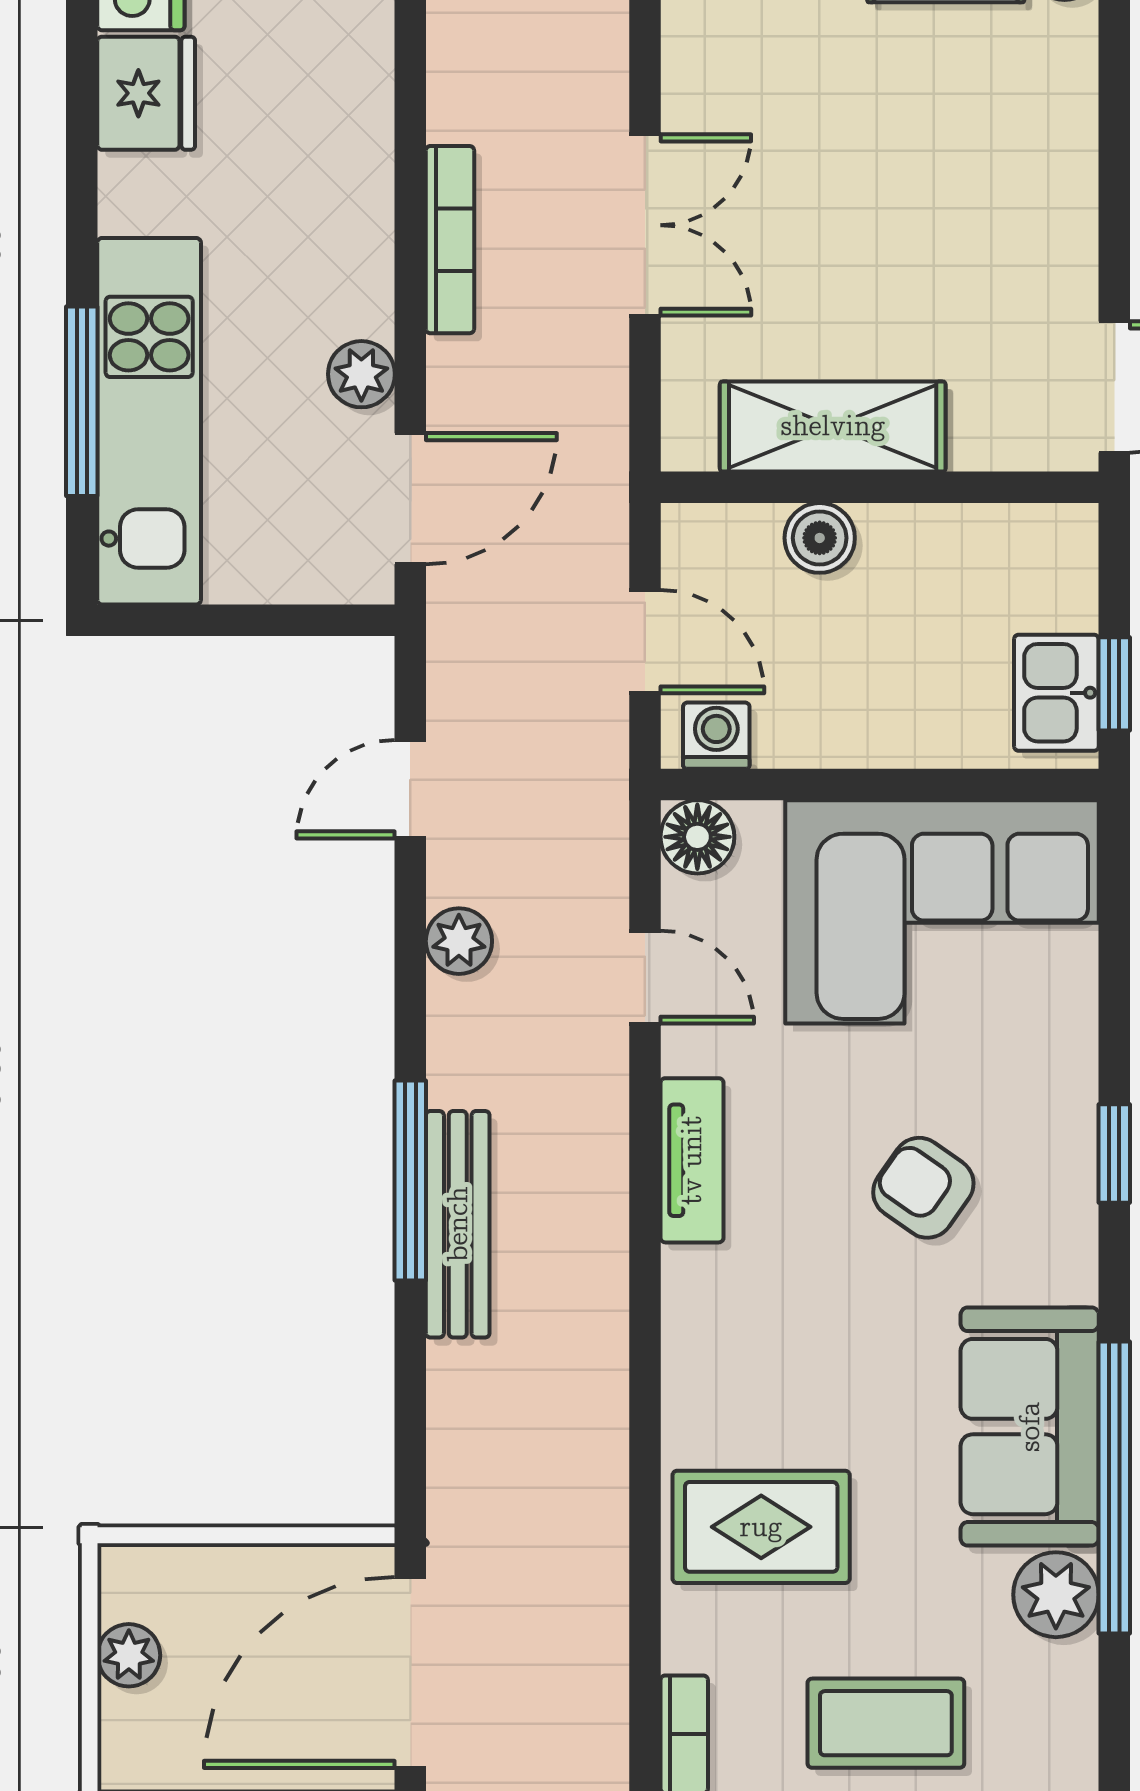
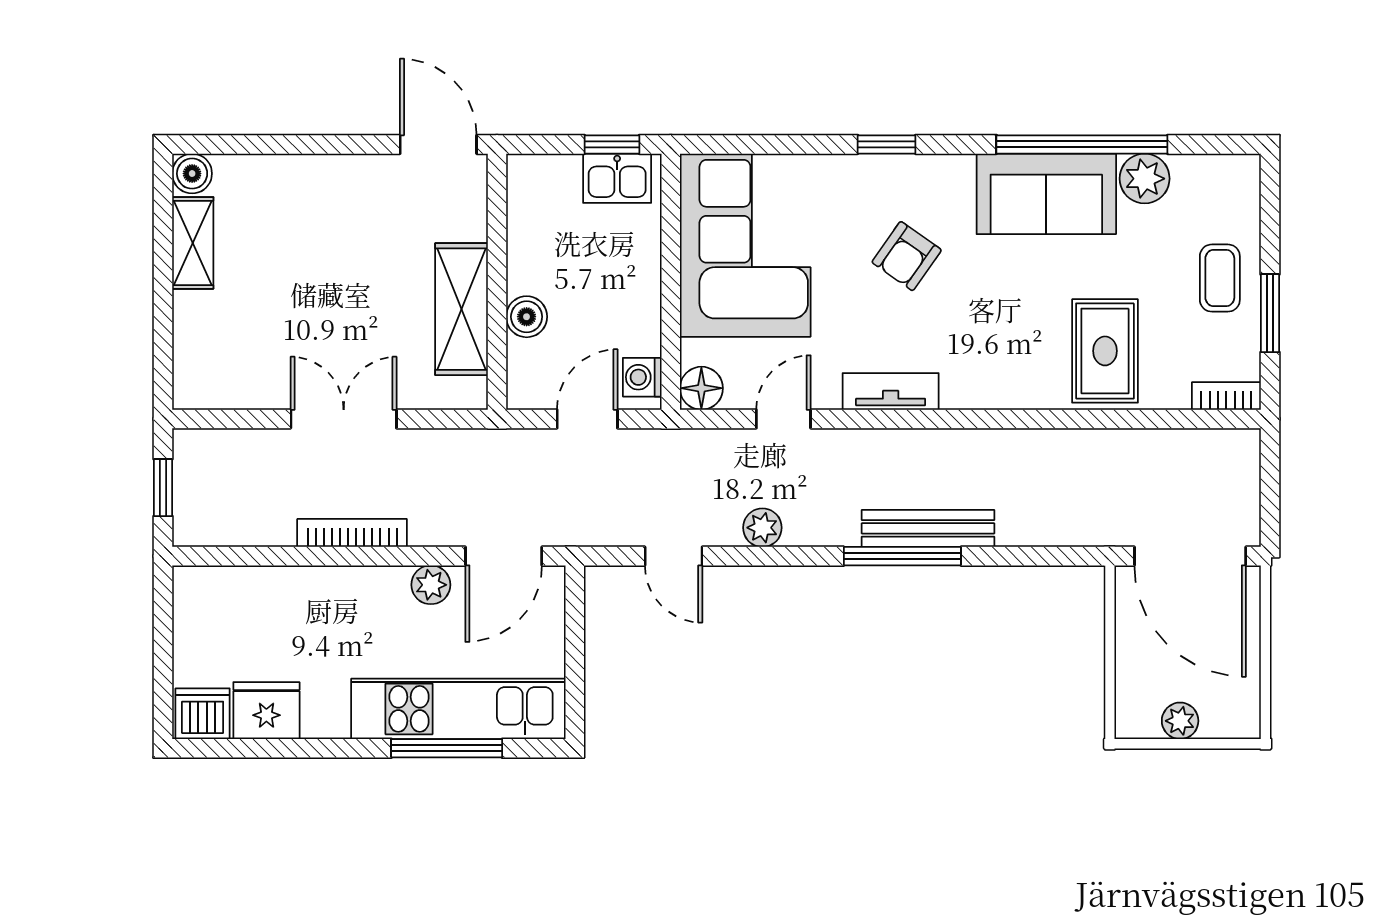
door: (410, 499) -> (504, 556), swing flipped
coffee table: (886, 1723) -> (1220, 278), width x0.73, depth x0.77

